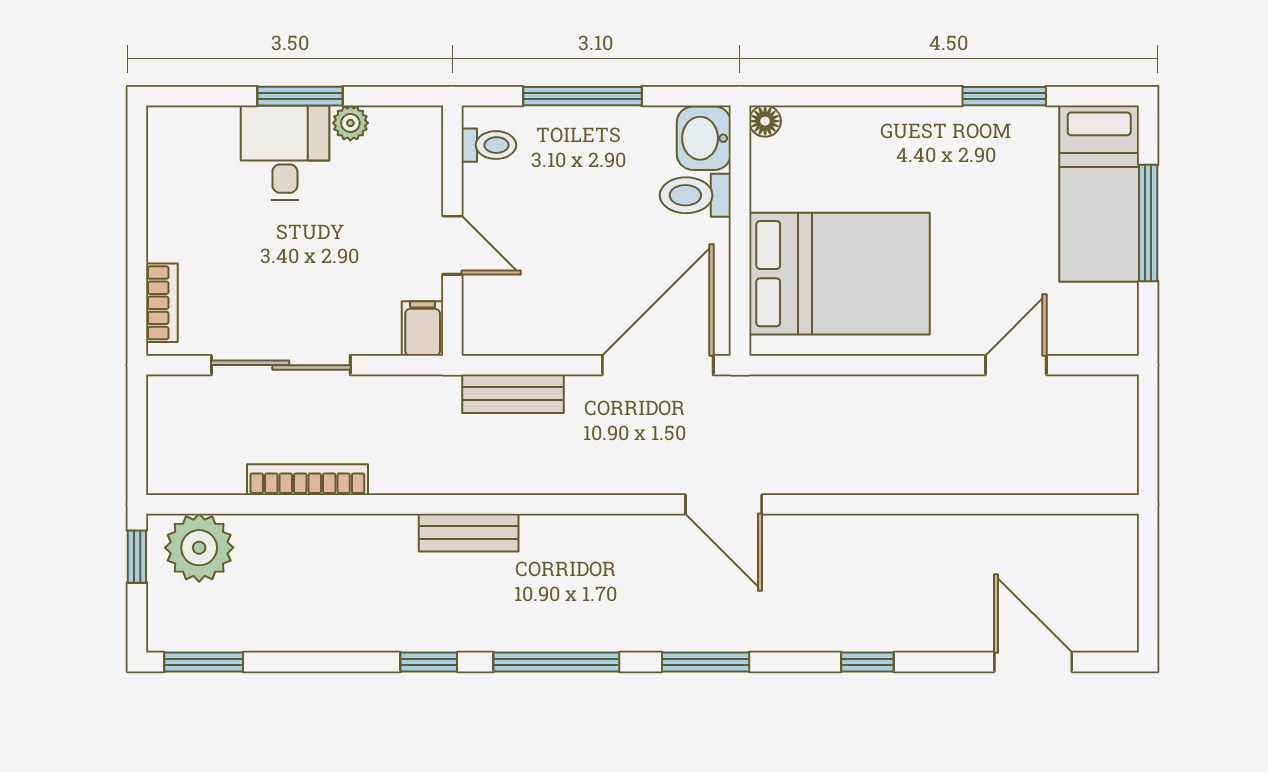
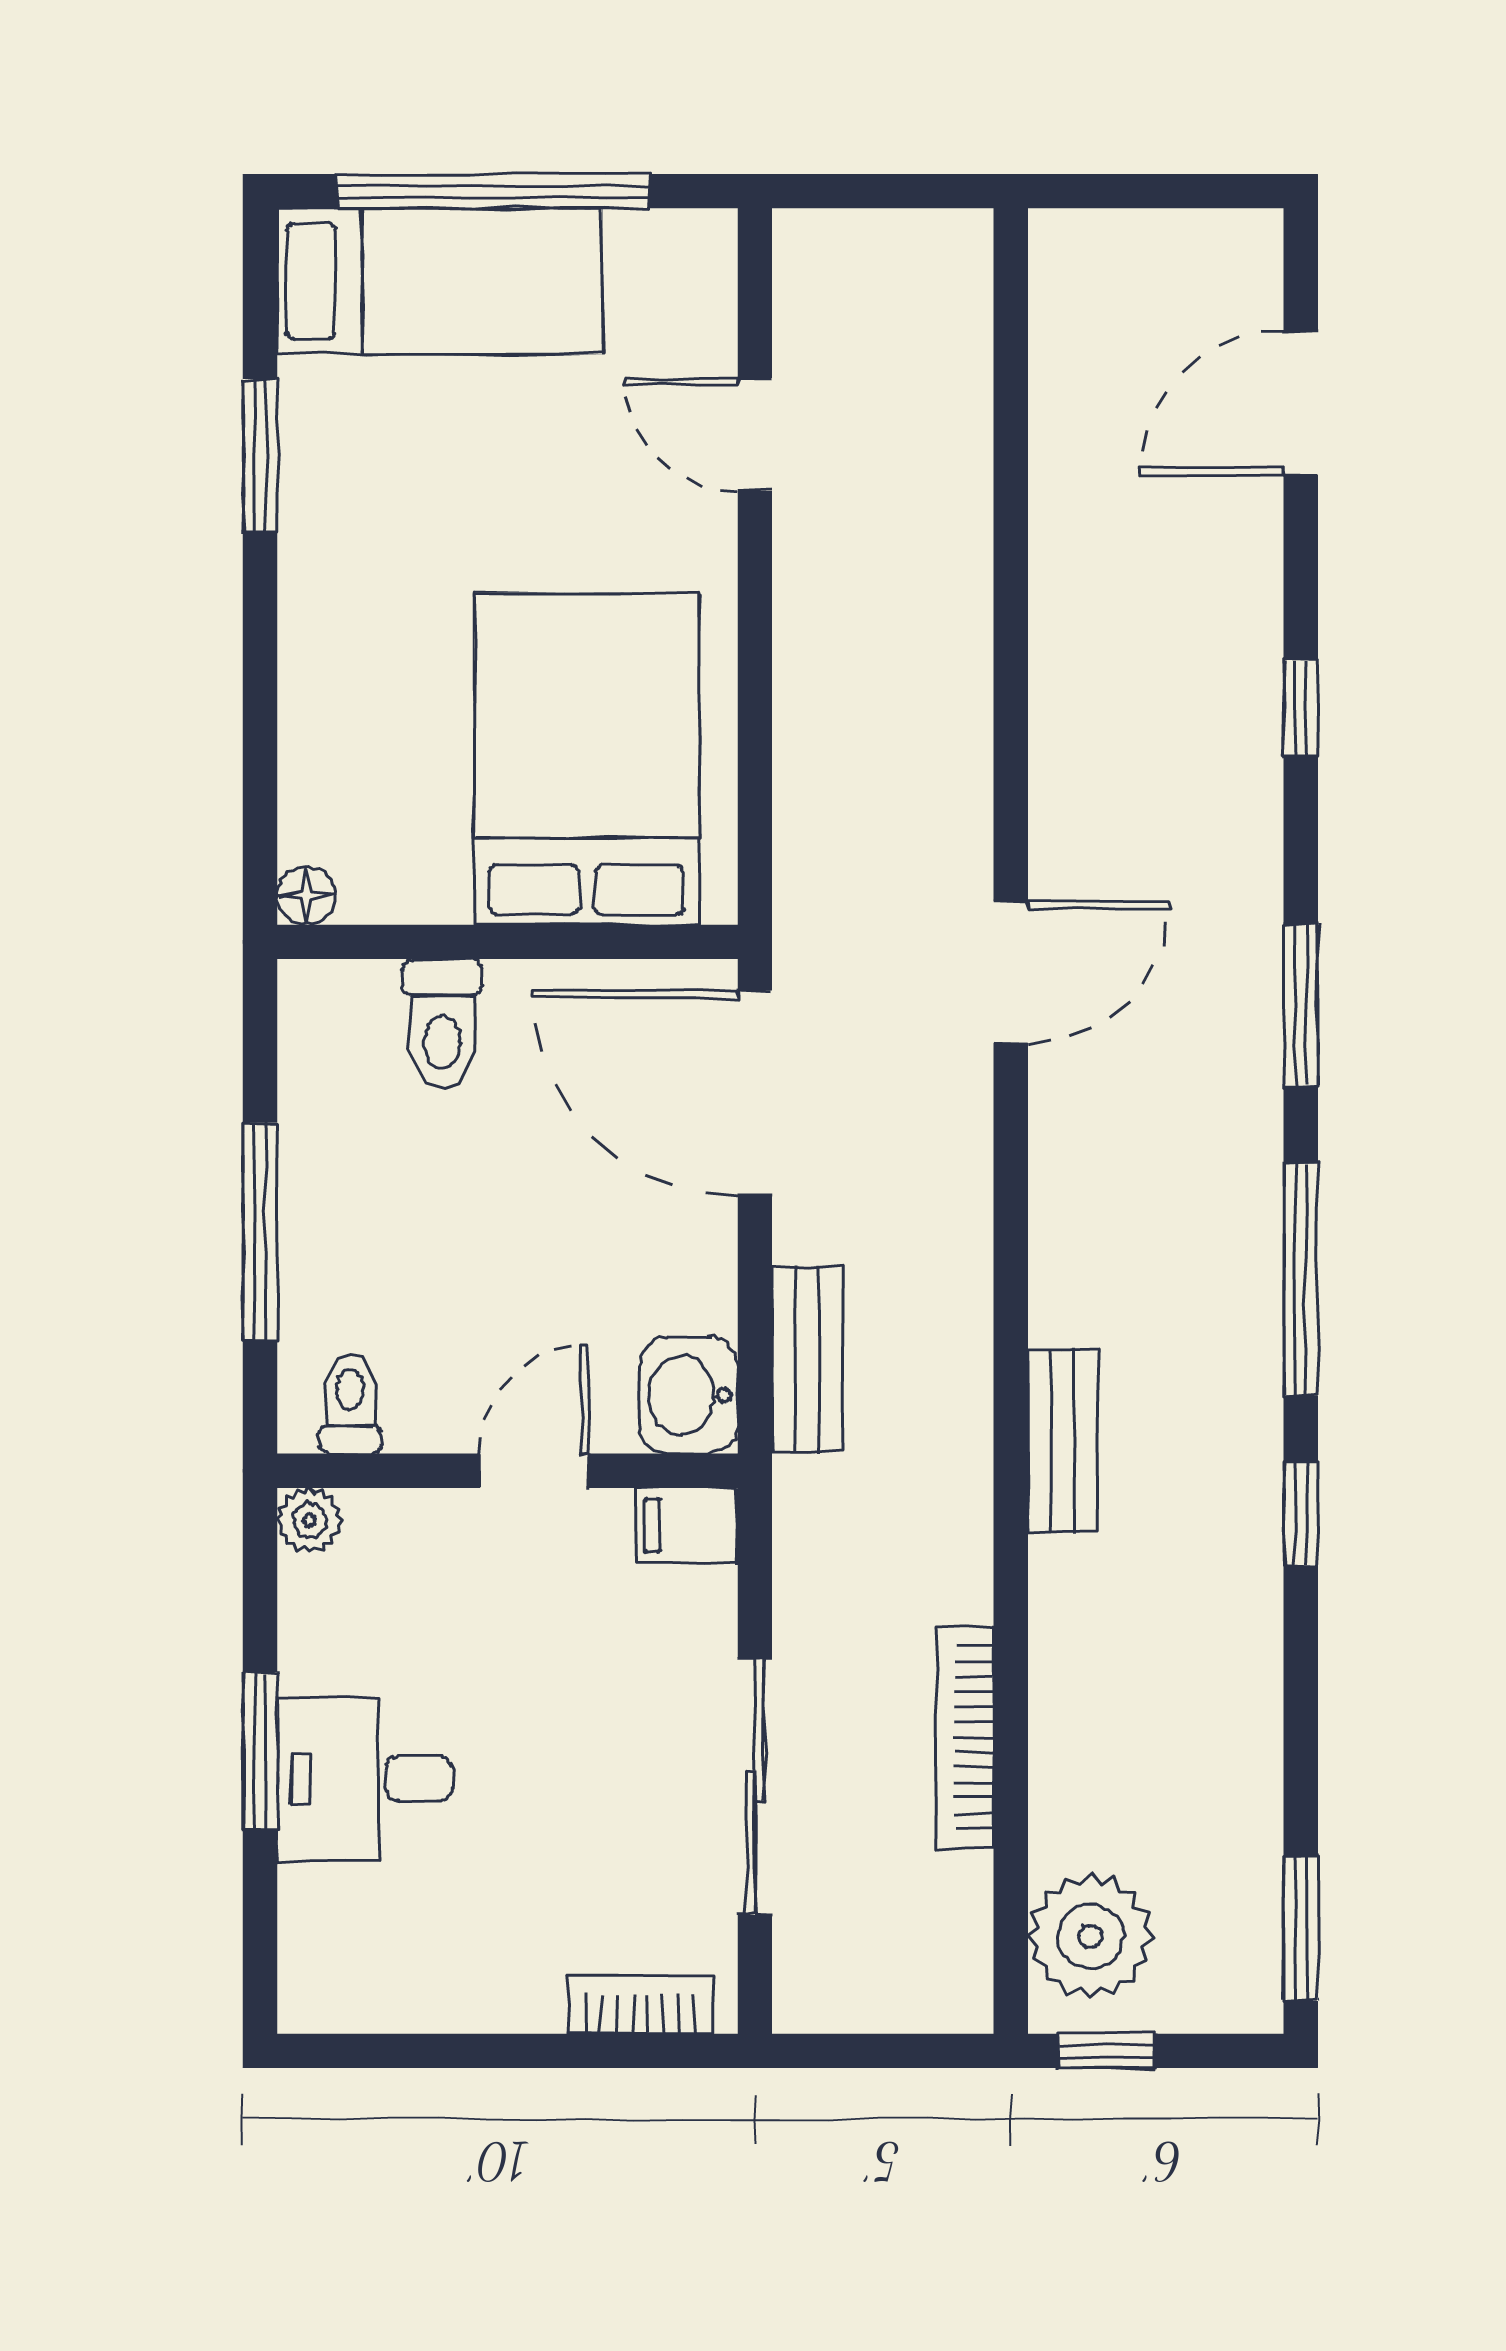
plant: (350, 123) -> (310, 1520), moved
washbasin: (704, 138) -> (688, 1395), moved, turned 90
window: (1148, 223) -> (493, 191), width x1.46

